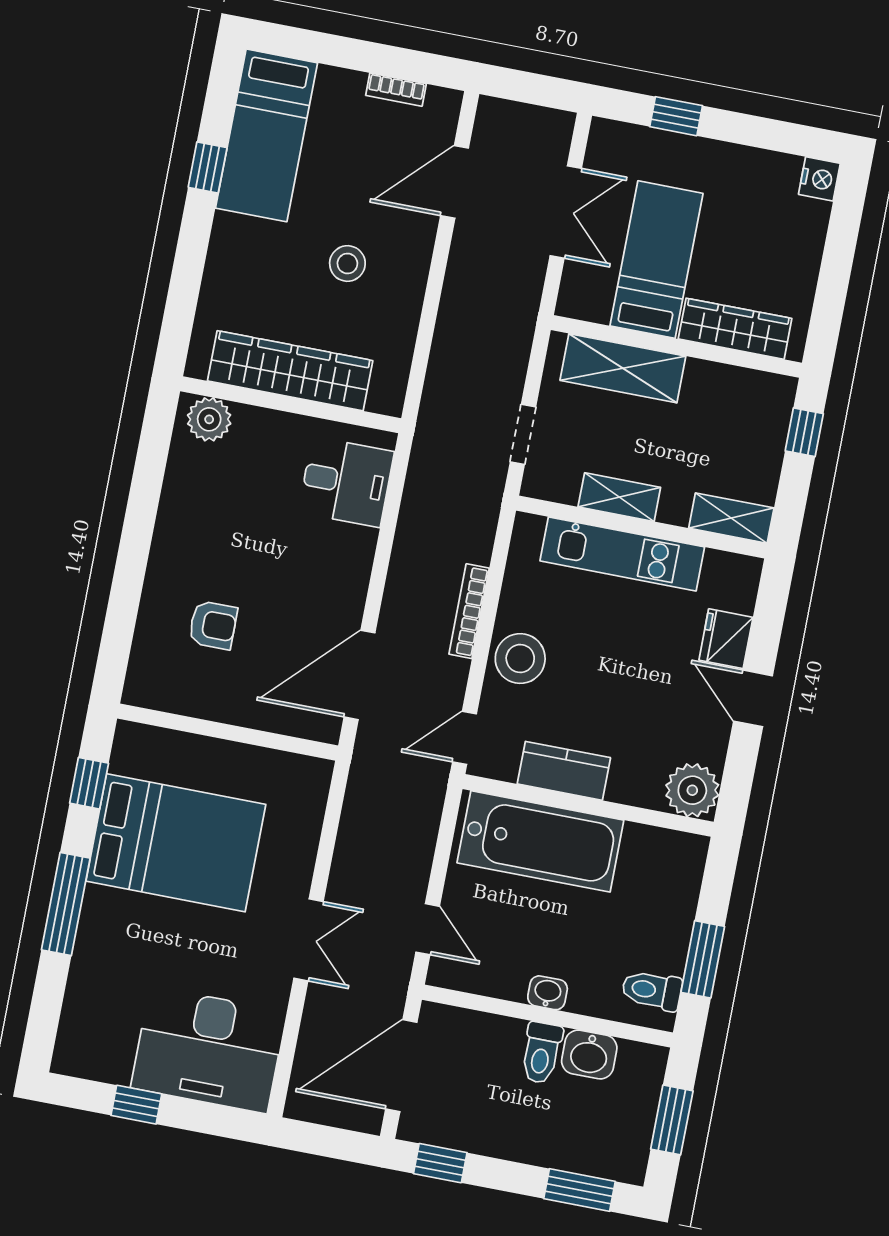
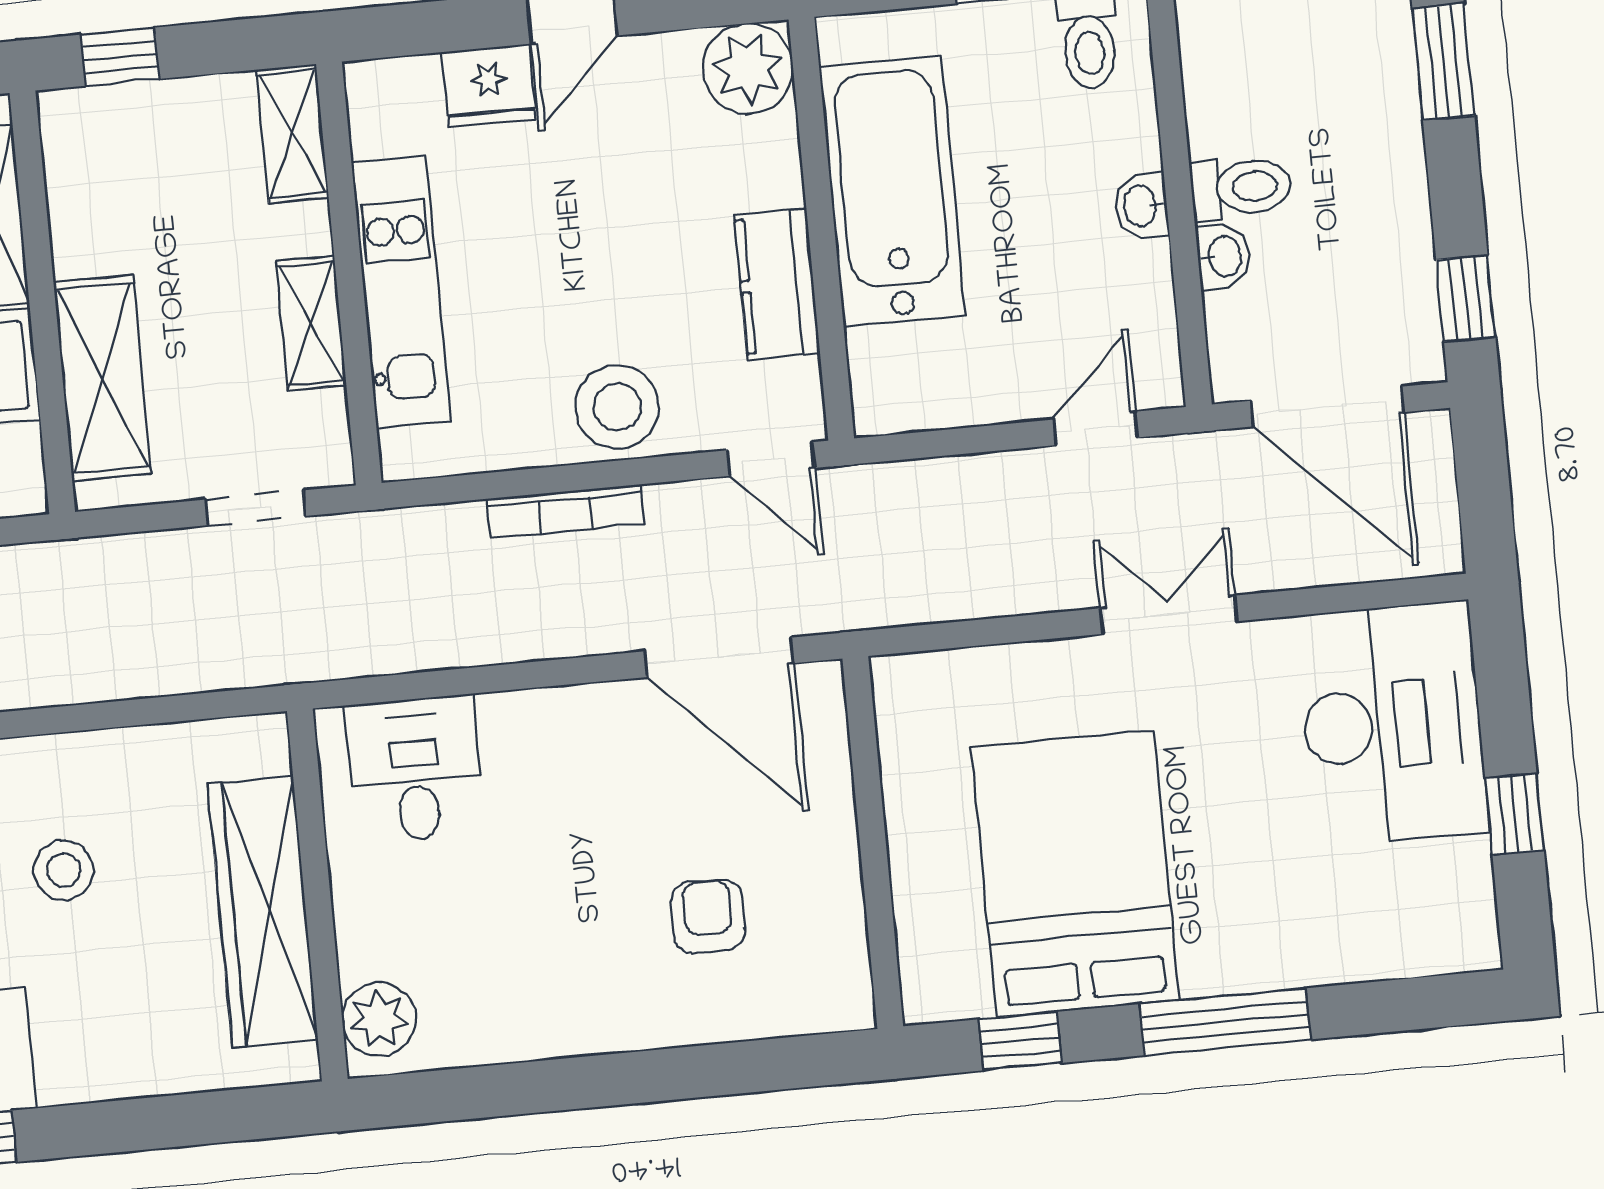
bathtub: (540, 841) -> (892, 191), moved
washbasin: (589, 1055) -> (1223, 257), moved, width x0.72, depth x0.69

